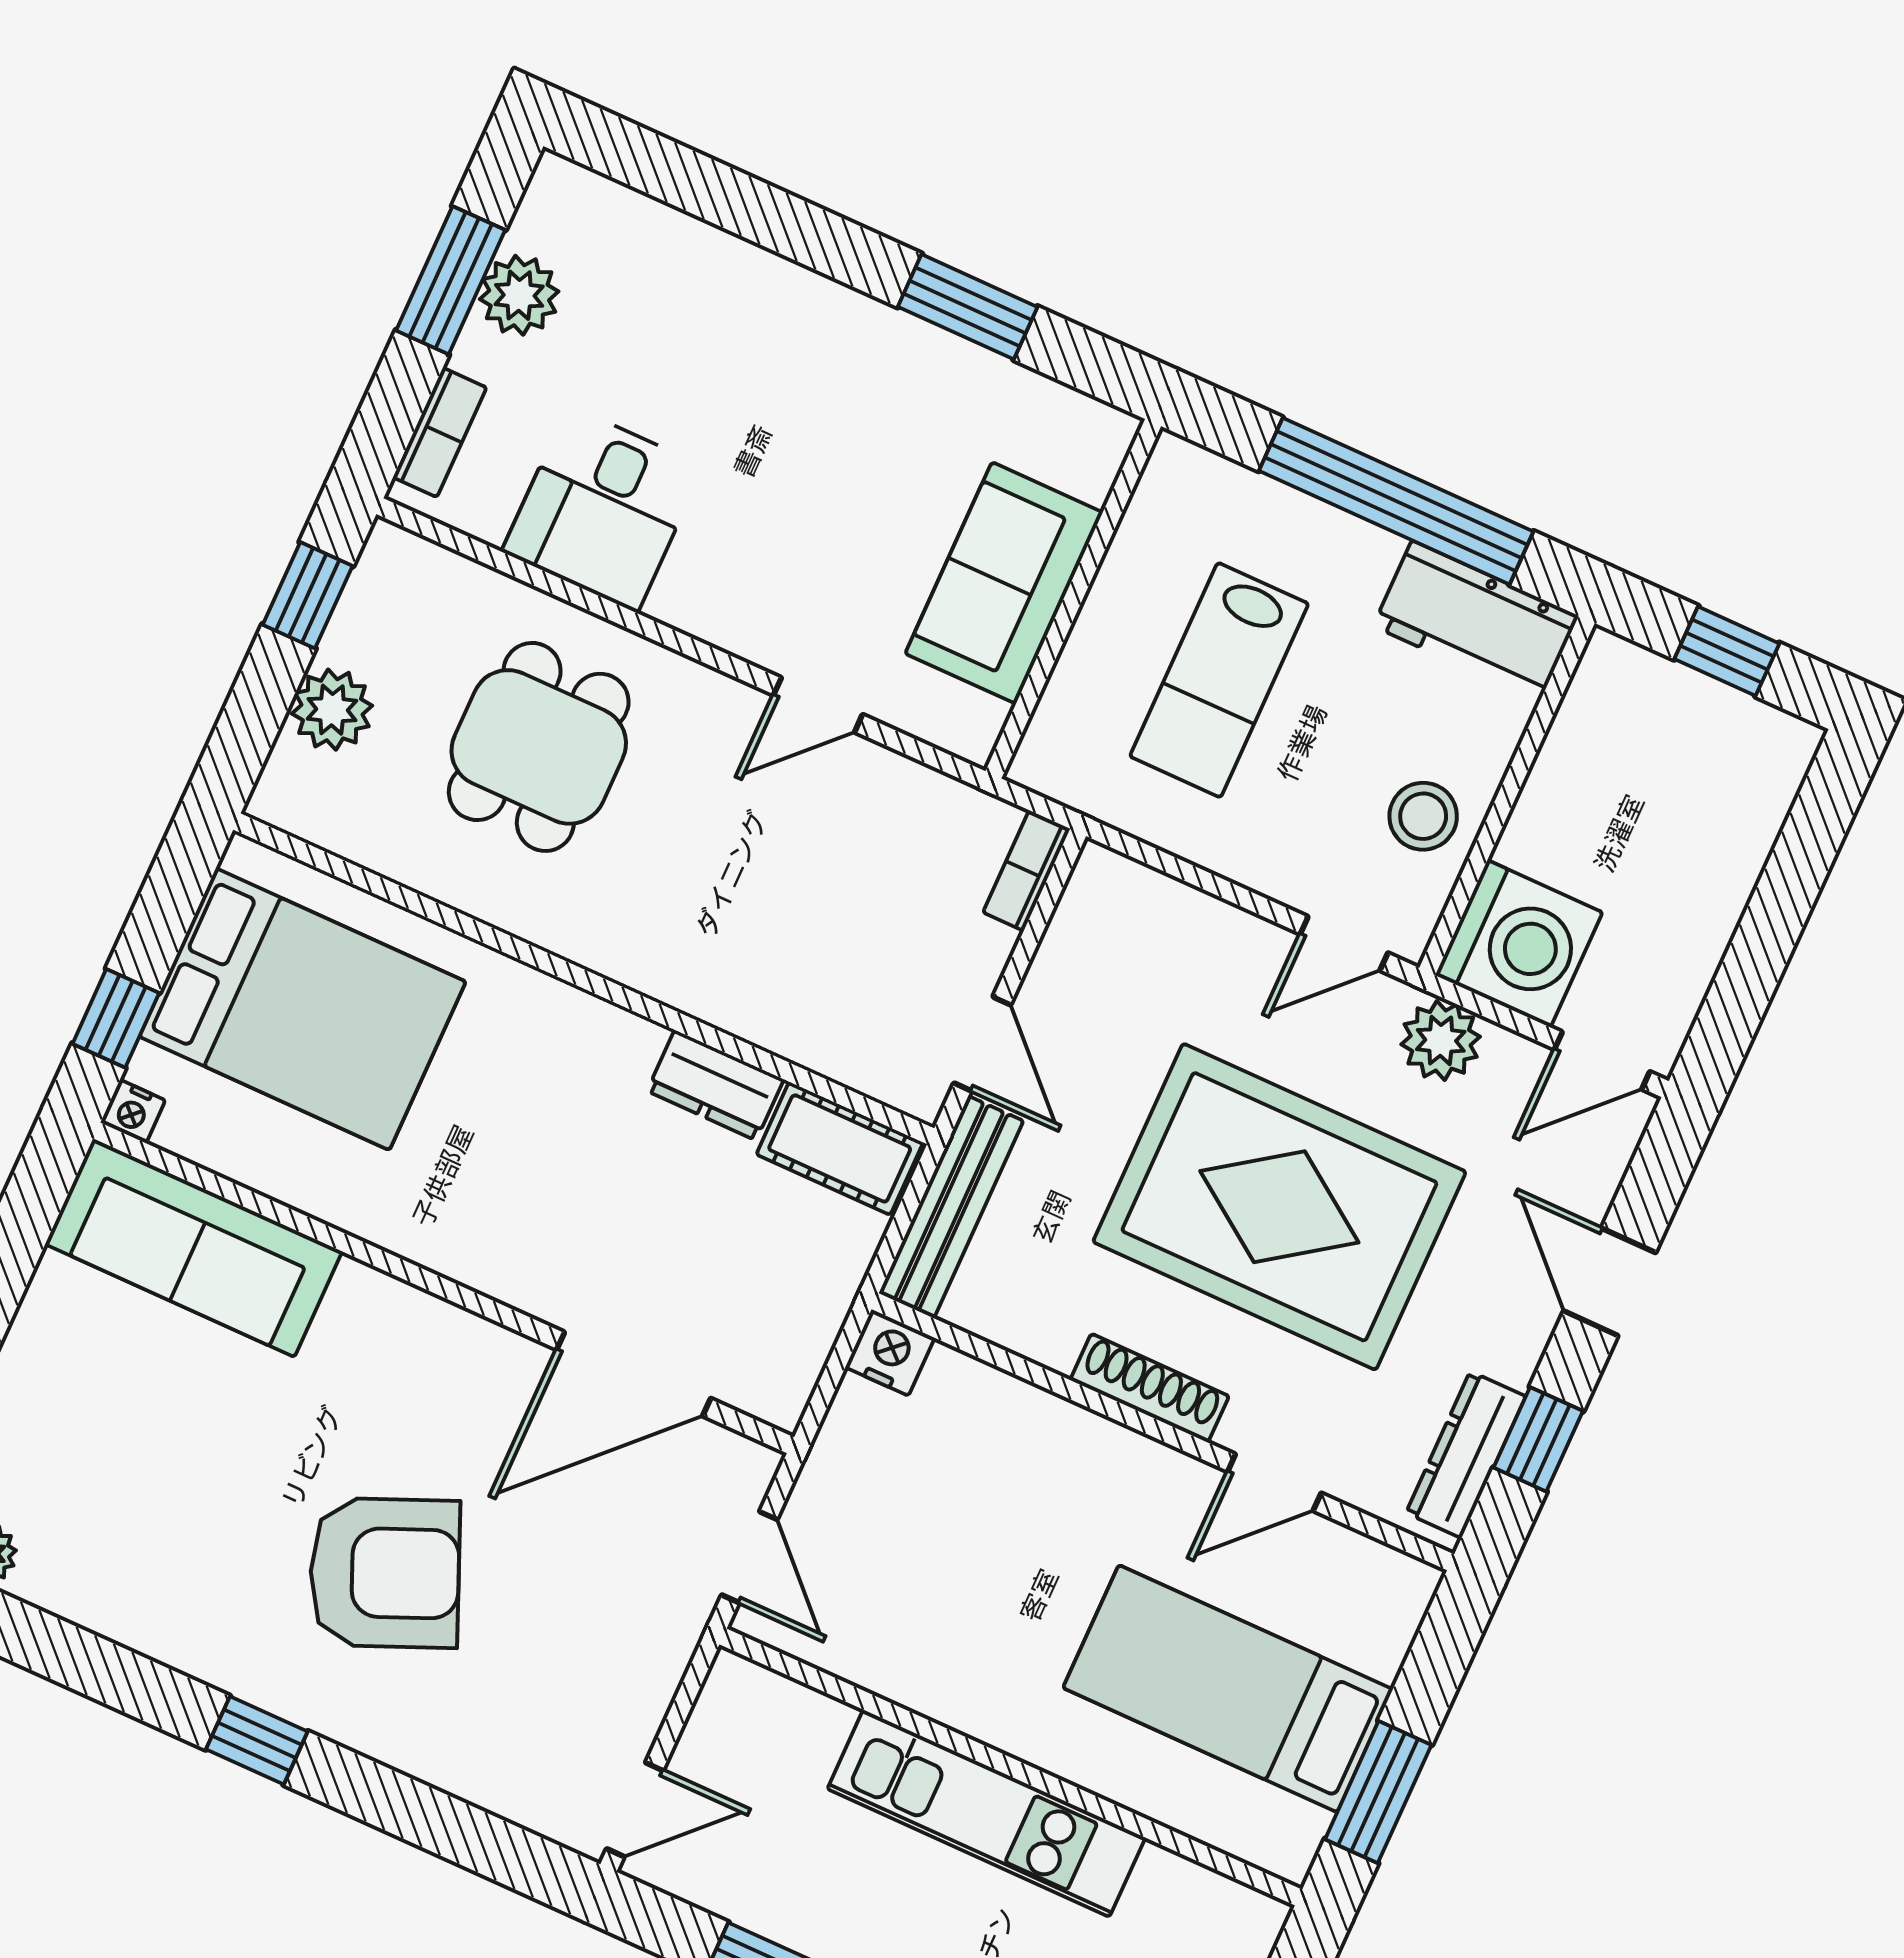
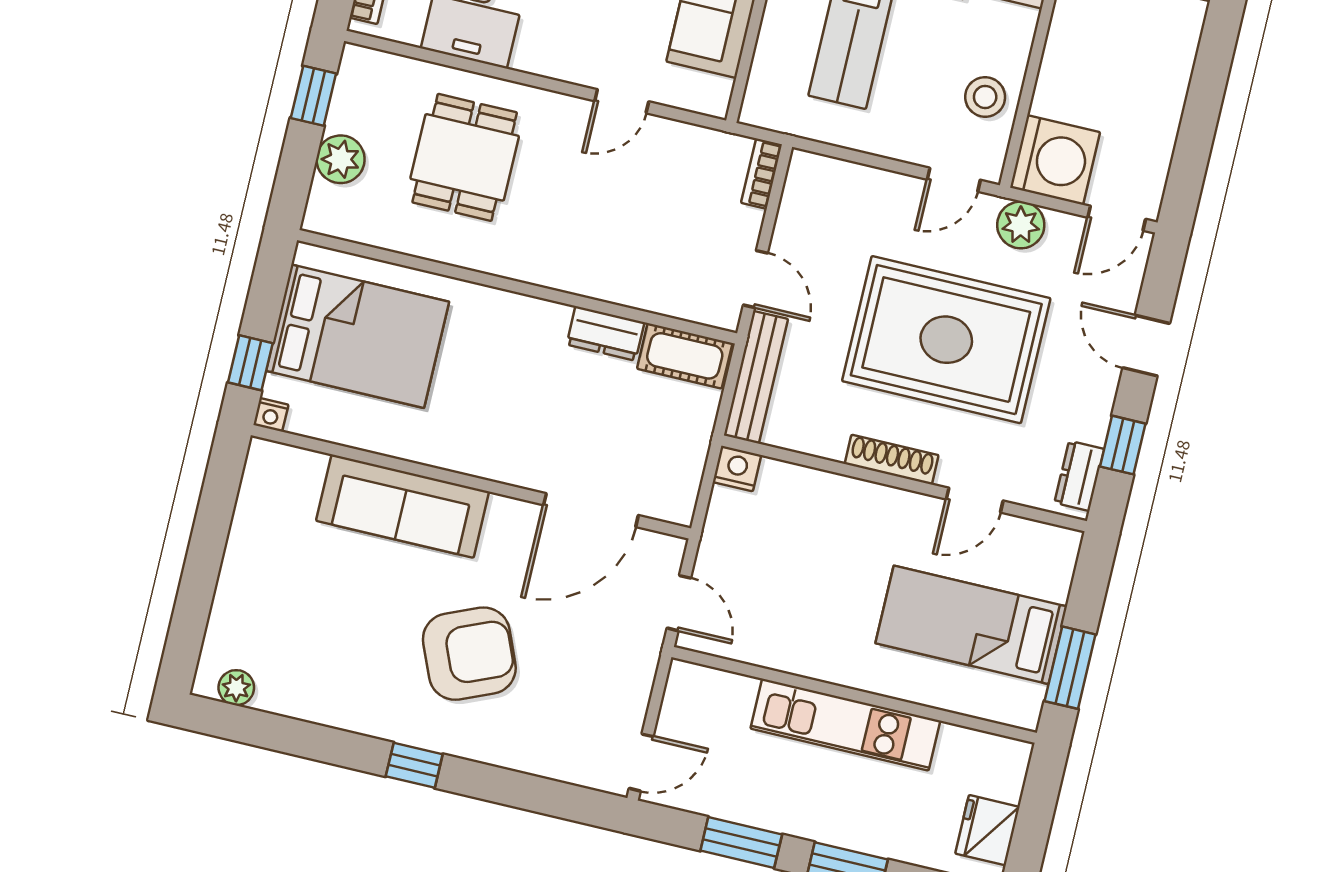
sofa: (194, 1248) -> (403, 506), moved
dresser: (1466, 1455) -> (1079, 476), width x0.70

